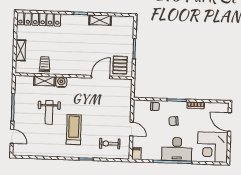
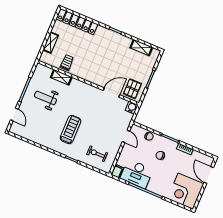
shelving: (100, 20) -> (141, 48), moved
water cooler: (61, 82) -> (132, 108), moved
weight bench: (49, 112) -> (45, 98), moved, turned 90
door: (132, 129) -> (126, 136), moved
desk: (177, 149) -> (137, 174), moved

